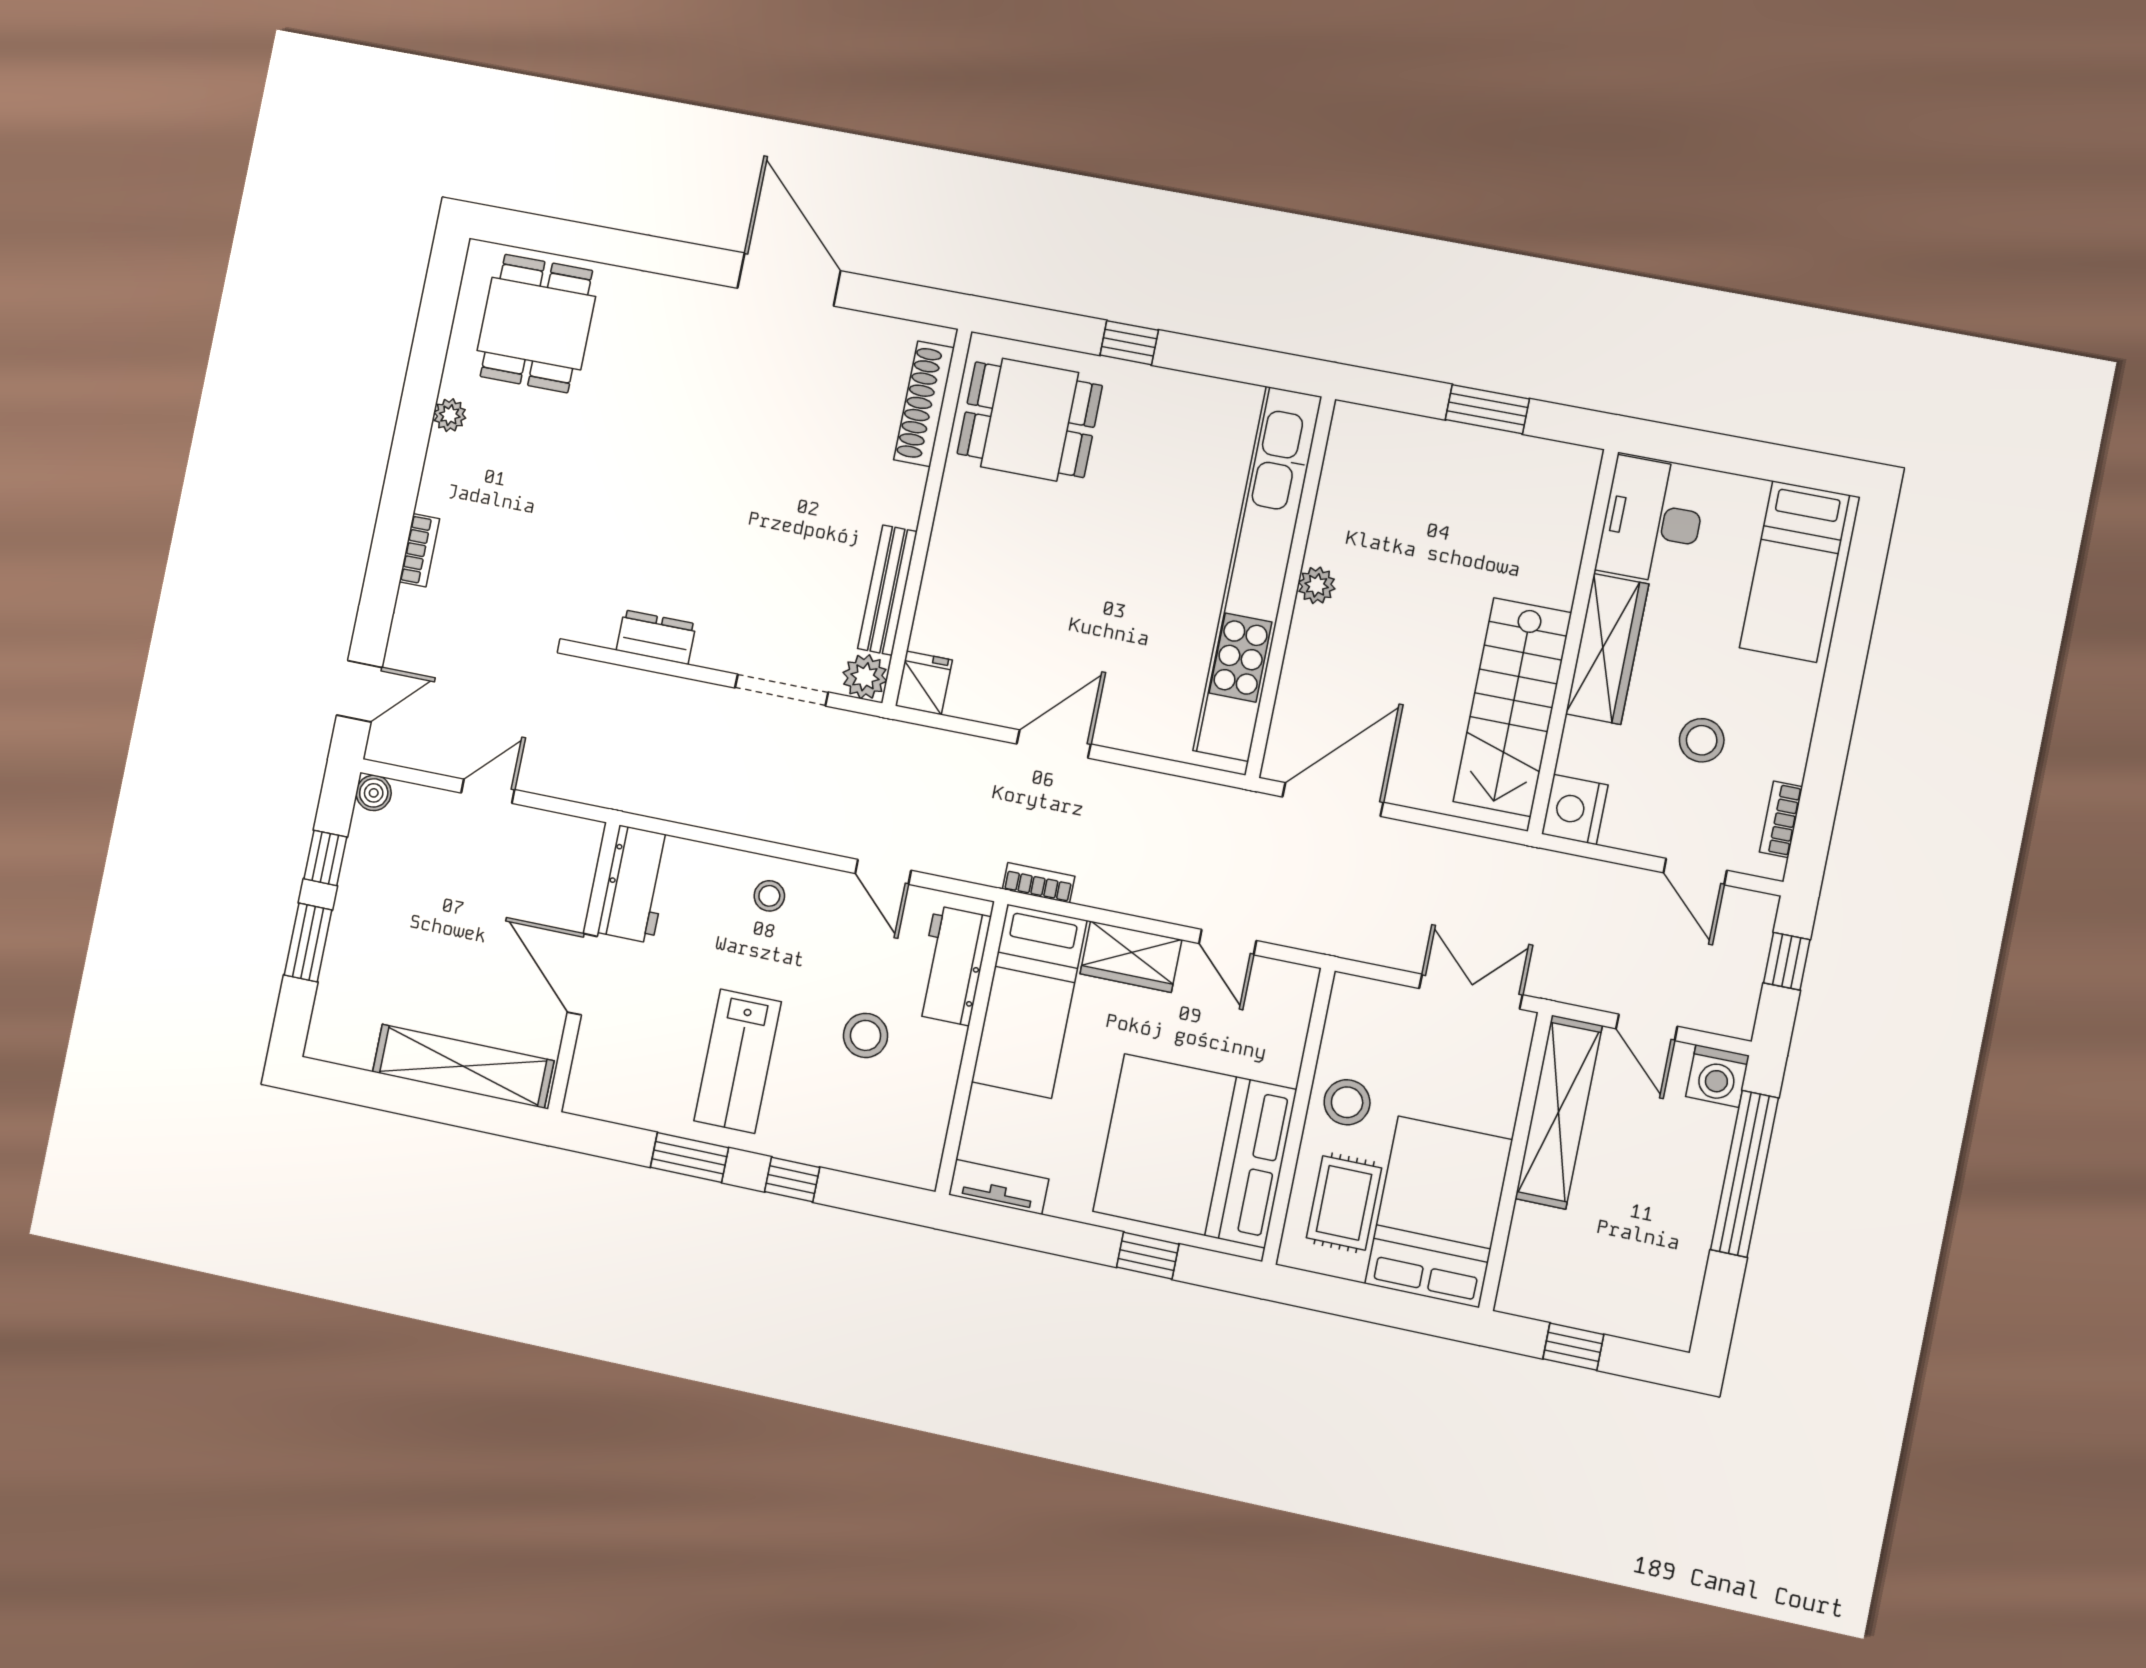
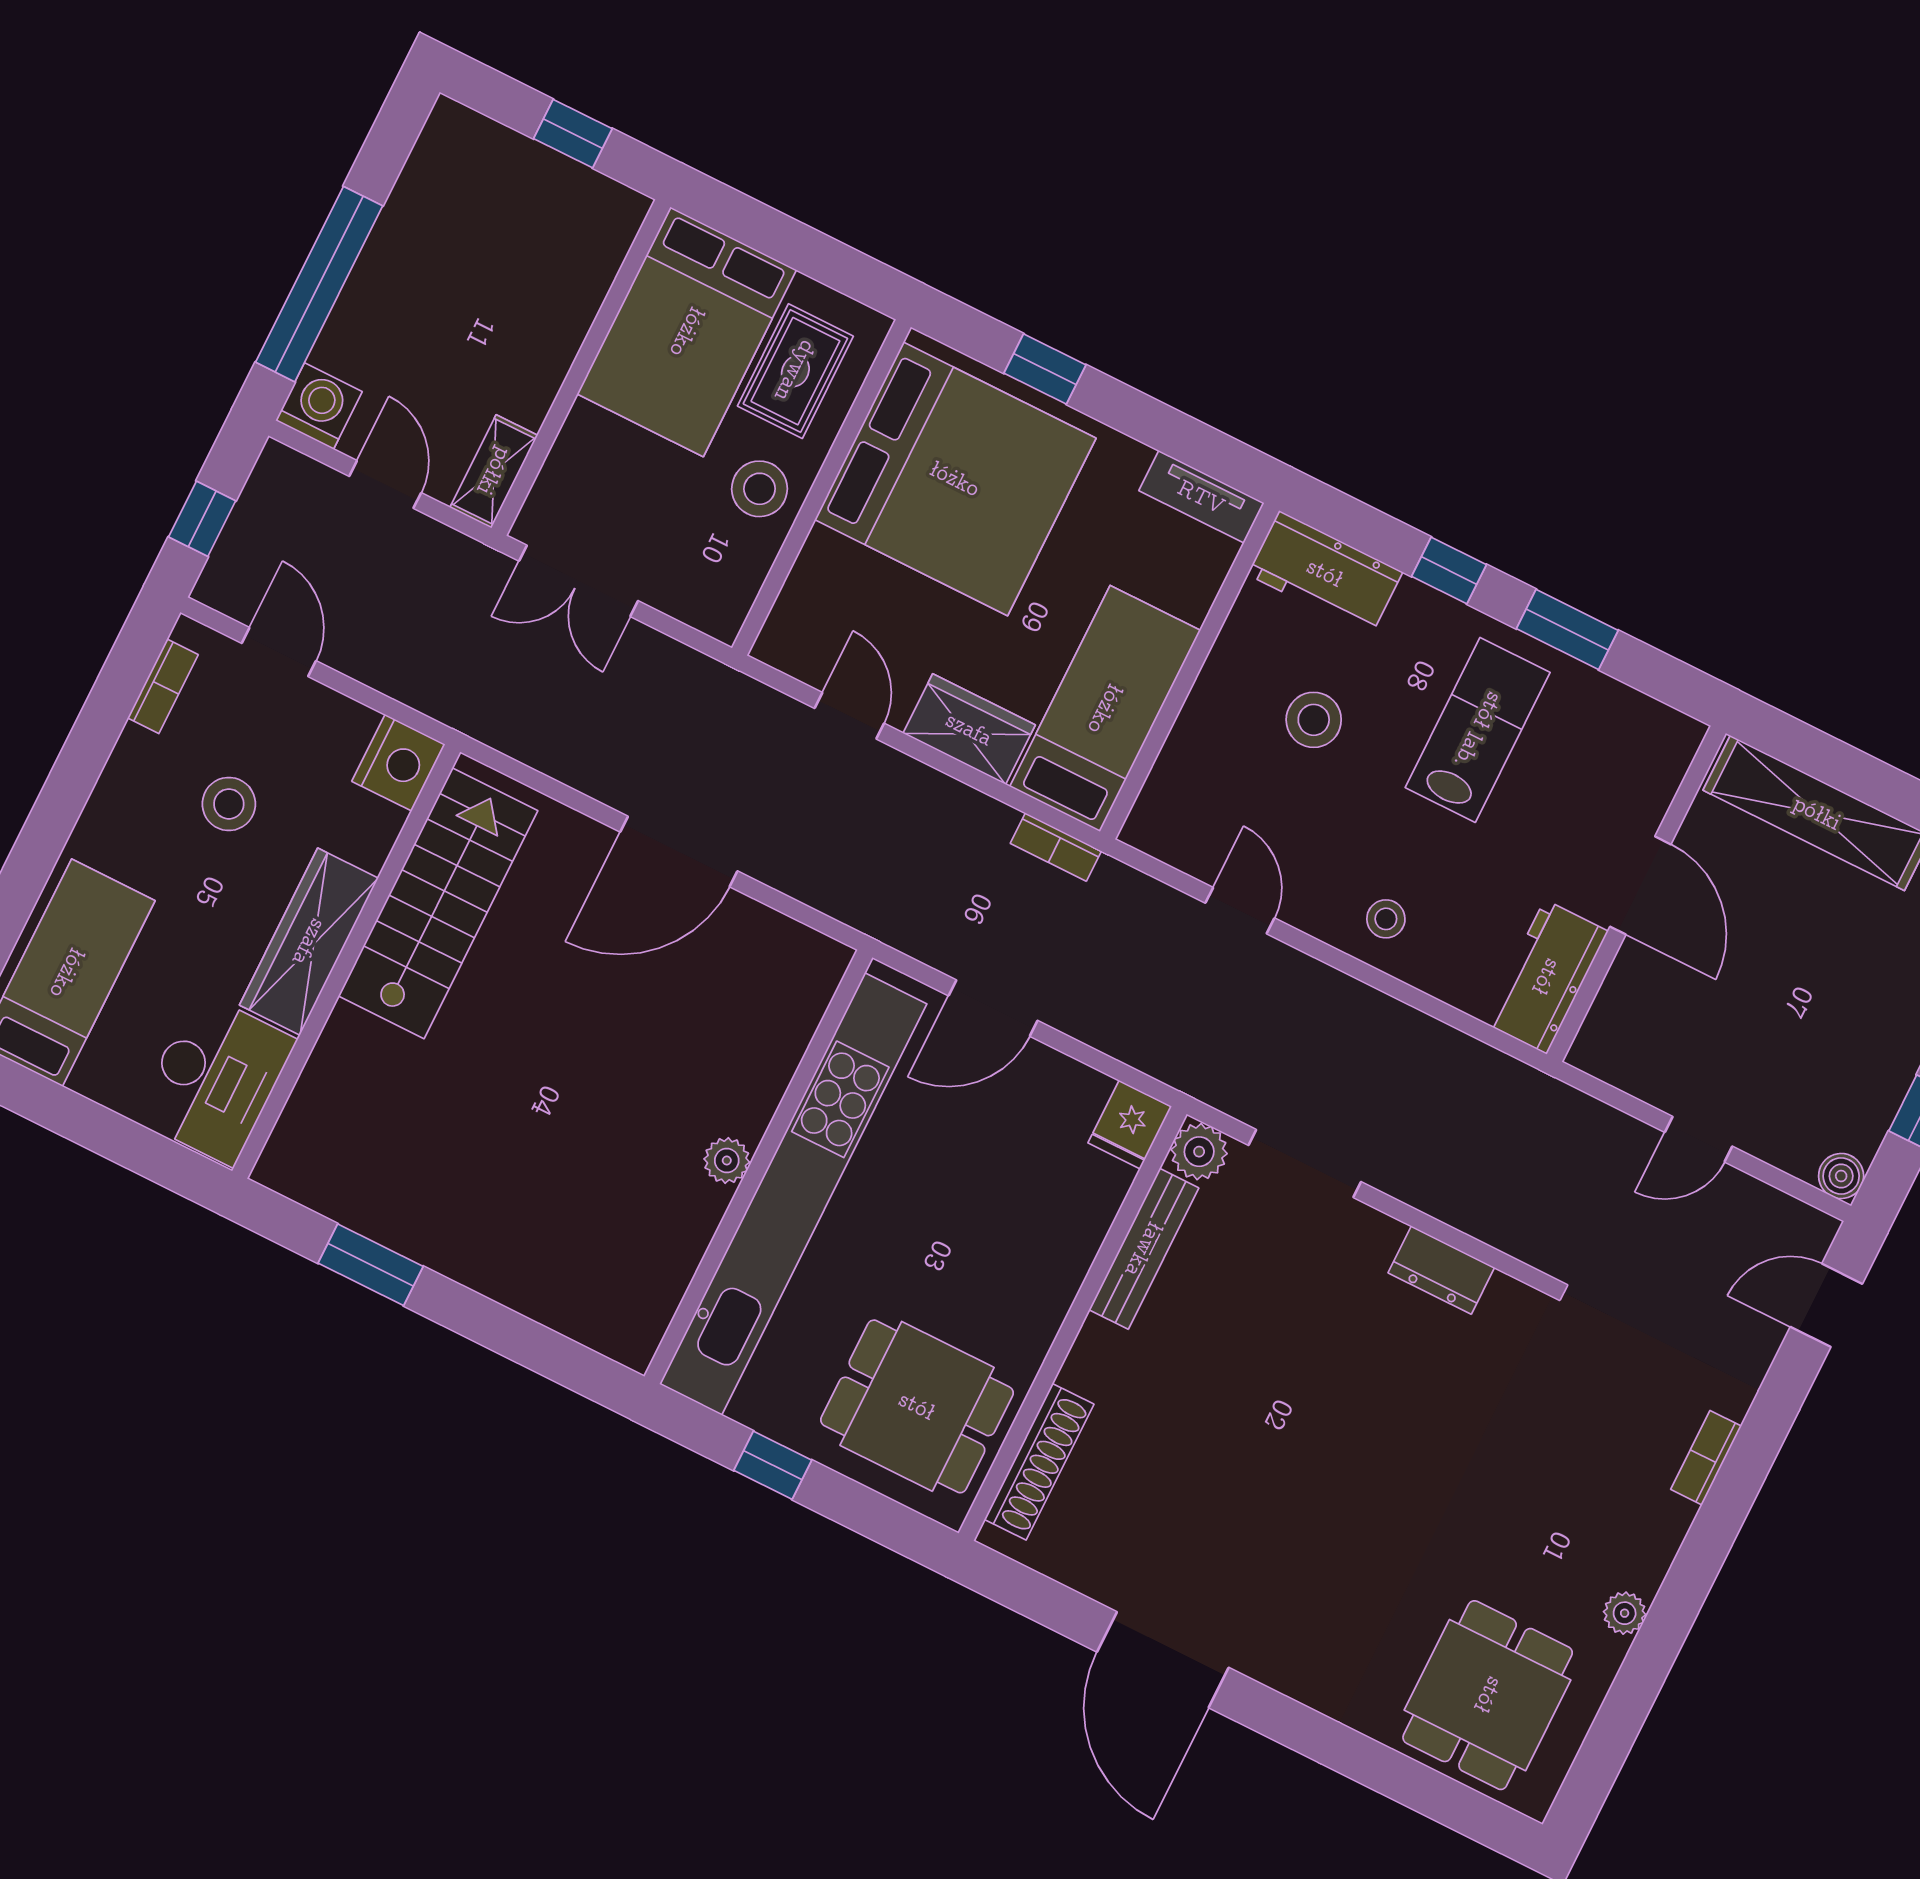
kitchen unit: (1257, 574) -> (793, 1194), moved
plant: (1317, 585) -> (727, 1160), moved
wall: (1290, 587) -> (758, 1167), moved
workbench: (952, 966) -> (1325, 573), moved, turned 90
shelving: (1559, 1112) -> (494, 471), width x0.45, depth x0.75

